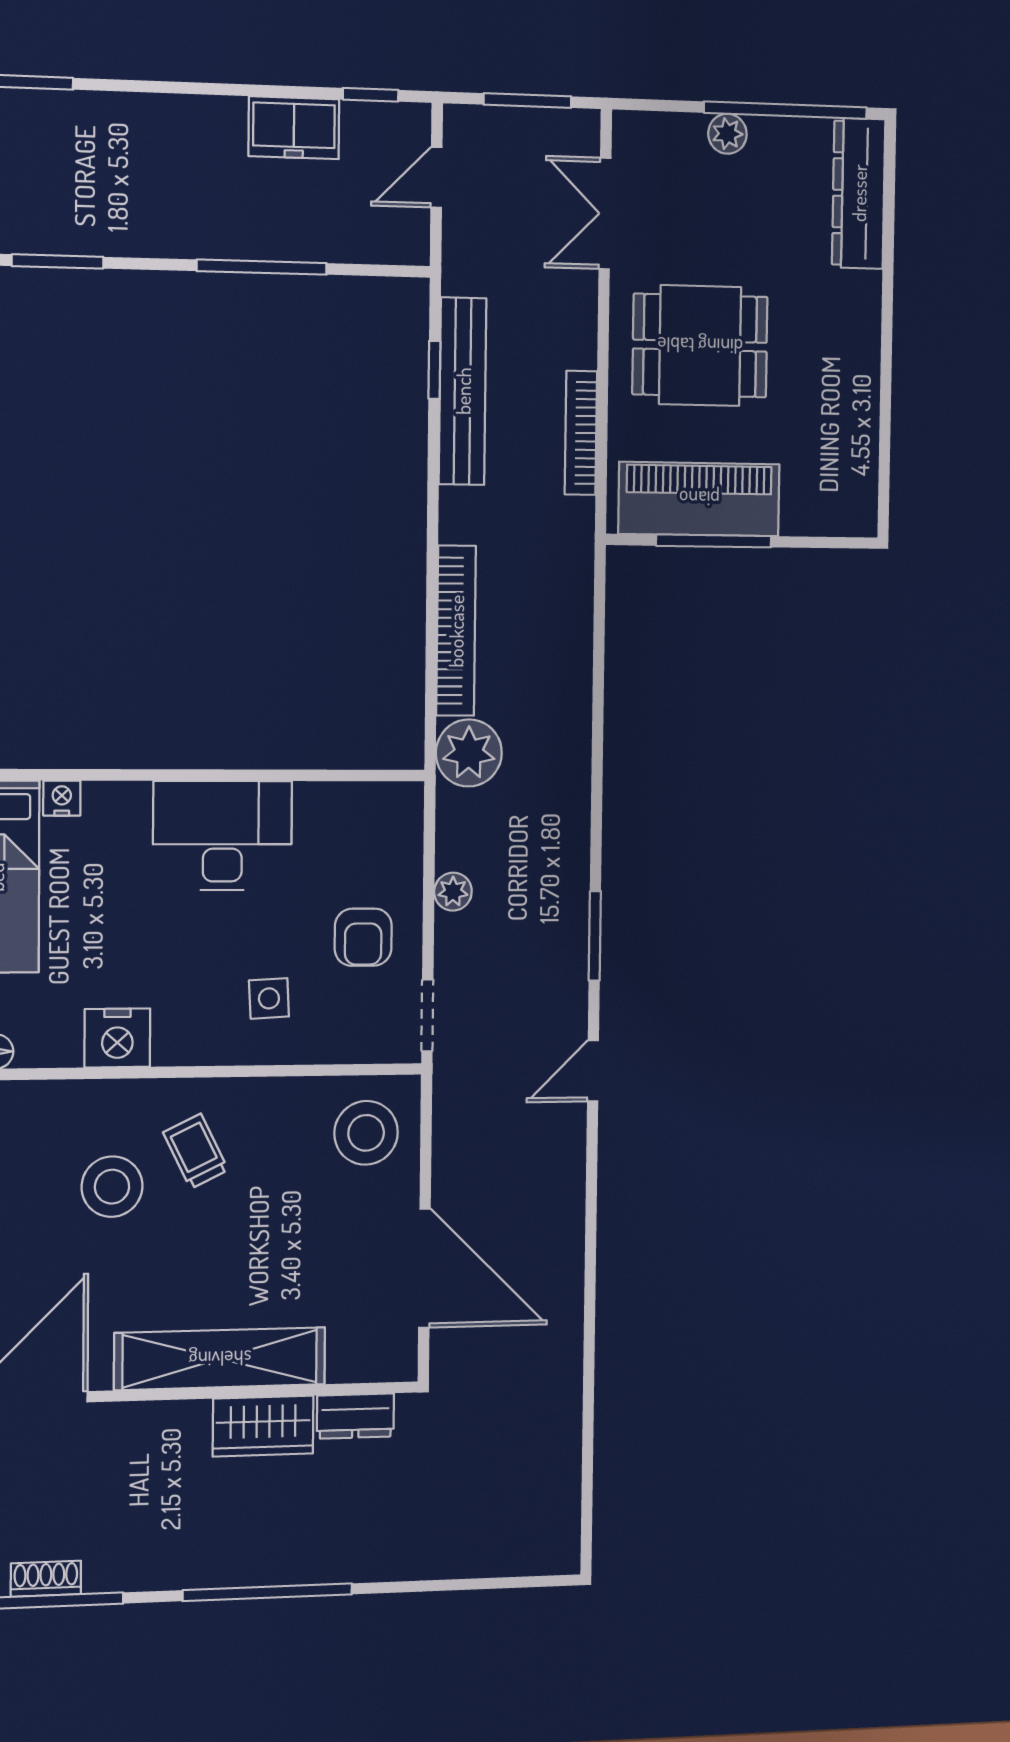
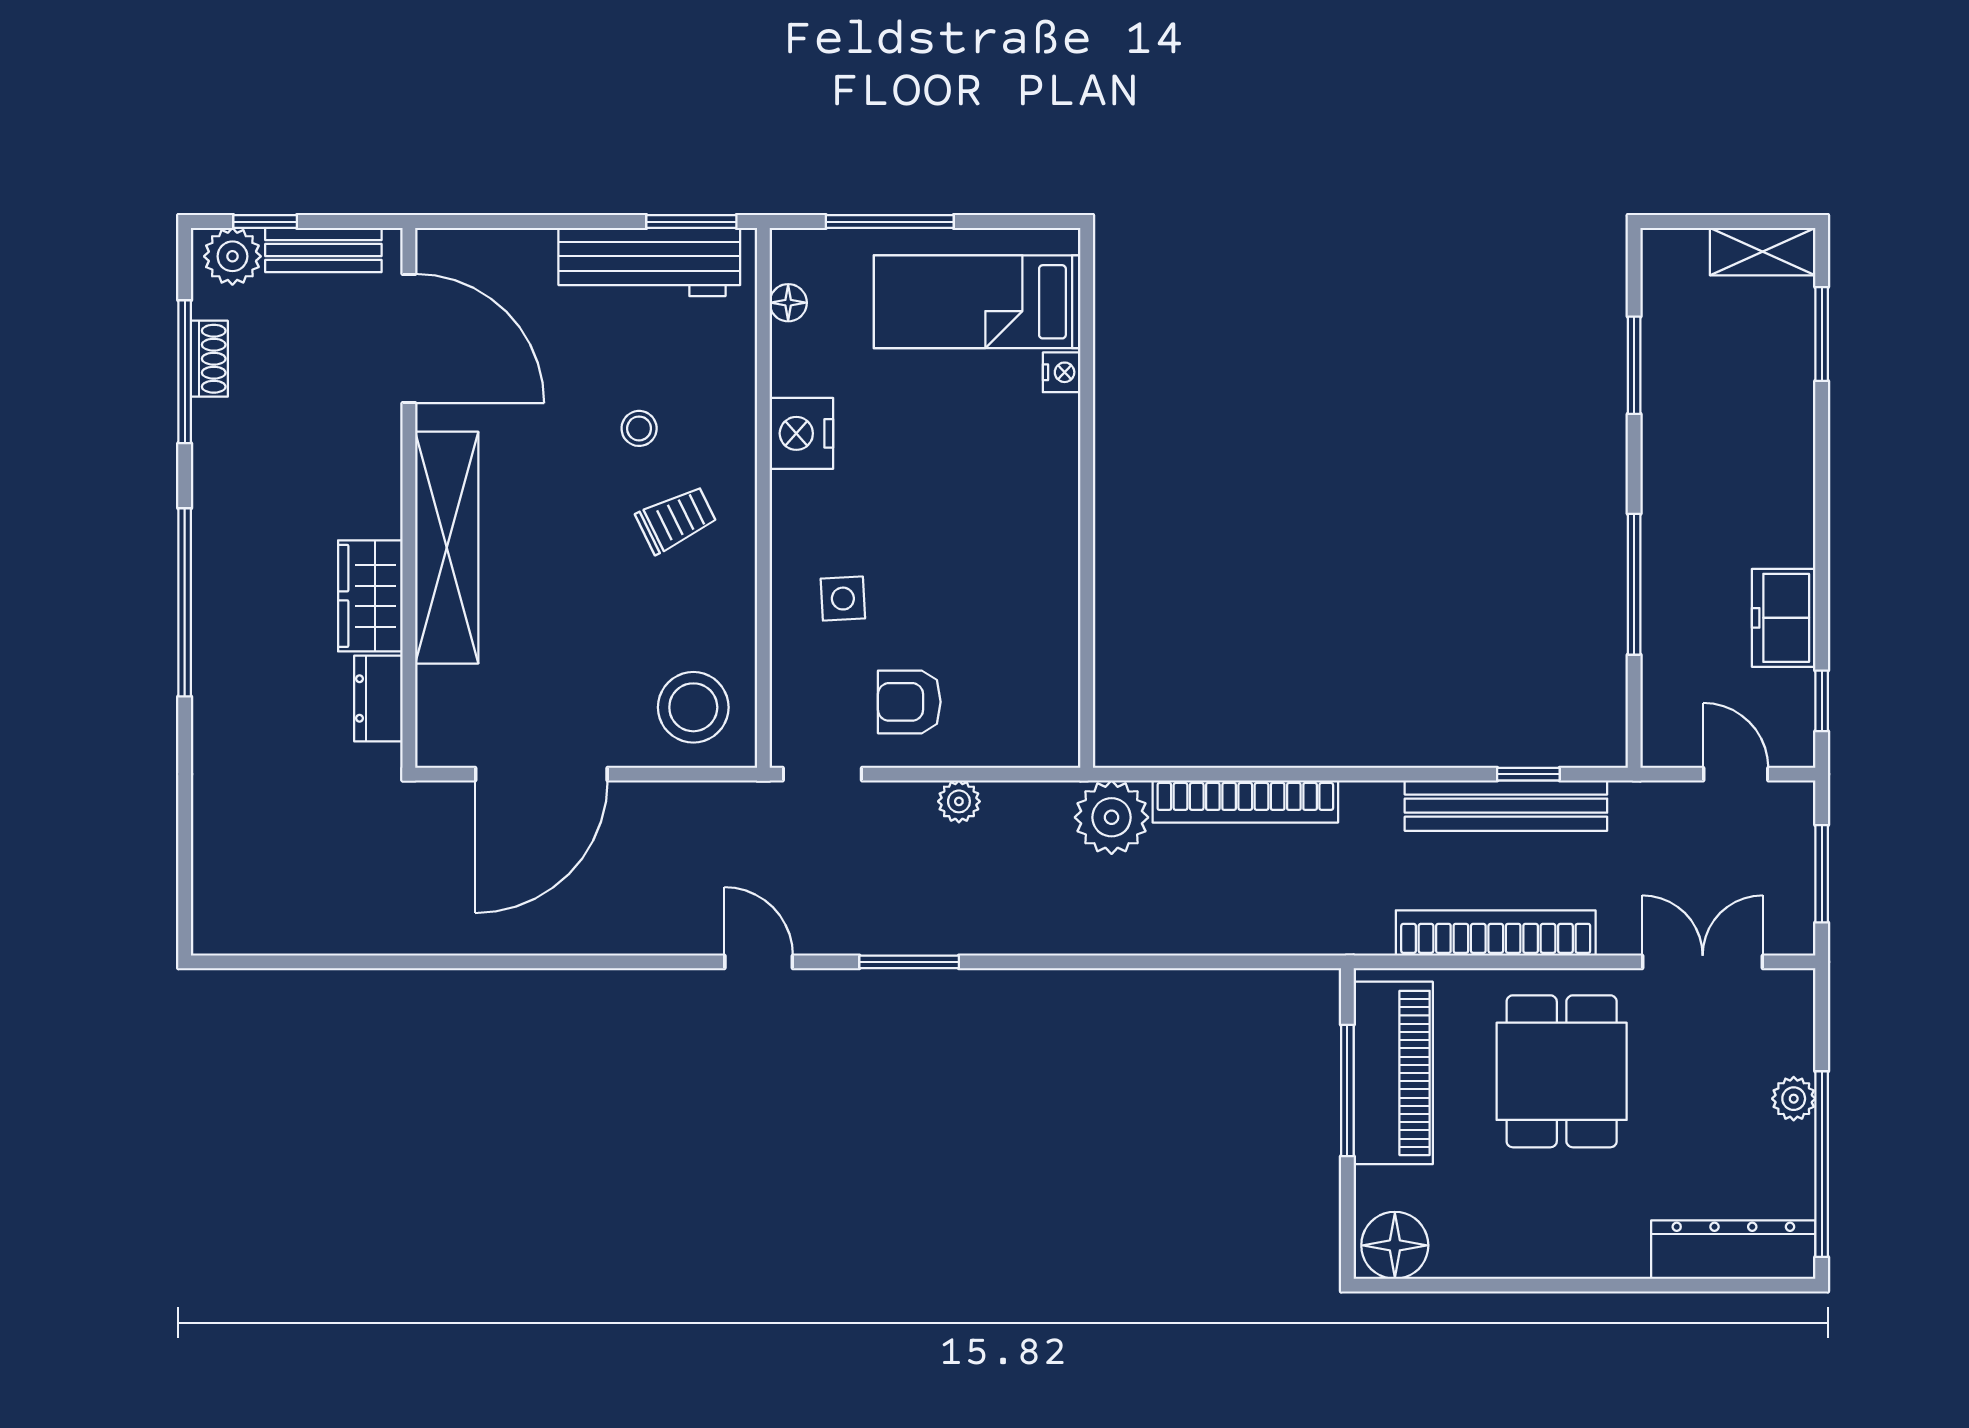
bookcase: (581, 433) -> (1496, 933), width x1.48, depth x1.31
floor lamp: (849, 500) -> (1395, 1245), added
desk: (222, 836) -> (1021, 546), removed
stool: (112, 1187) -> (639, 428), width x0.53, depth x0.53

